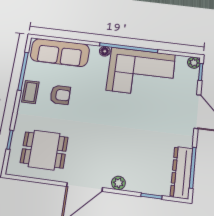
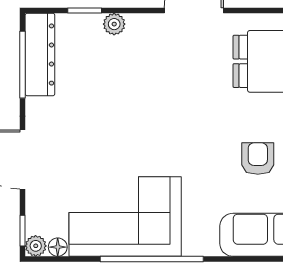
floor lamp: (105, 51) -> (58, 247), moved
armchair: (60, 95) -> (258, 159), turned 90
plant: (118, 183) -> (114, 24), moved

